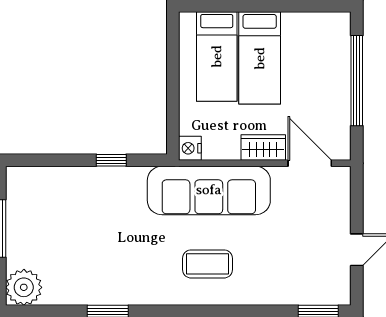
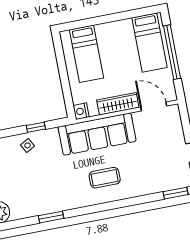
bed: (260, 58) -> (150, 43), moved
wardrobe: (263, 148) -> (118, 104), width x1.50
side table: (92, 187) -> (28, 145), added

